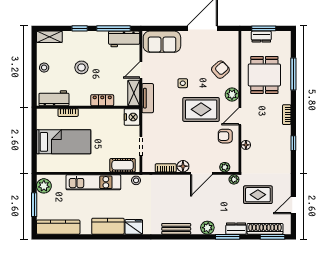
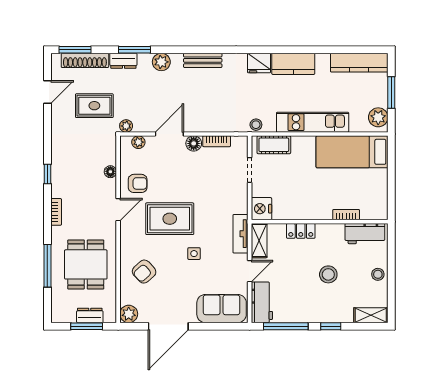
workbench: (124, 39) -> (262, 302), moved, turned 90
plant: (232, 94) -> (129, 314), moved
bed: (64, 142) -> (352, 152), moved

